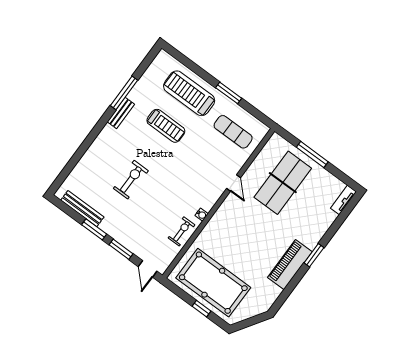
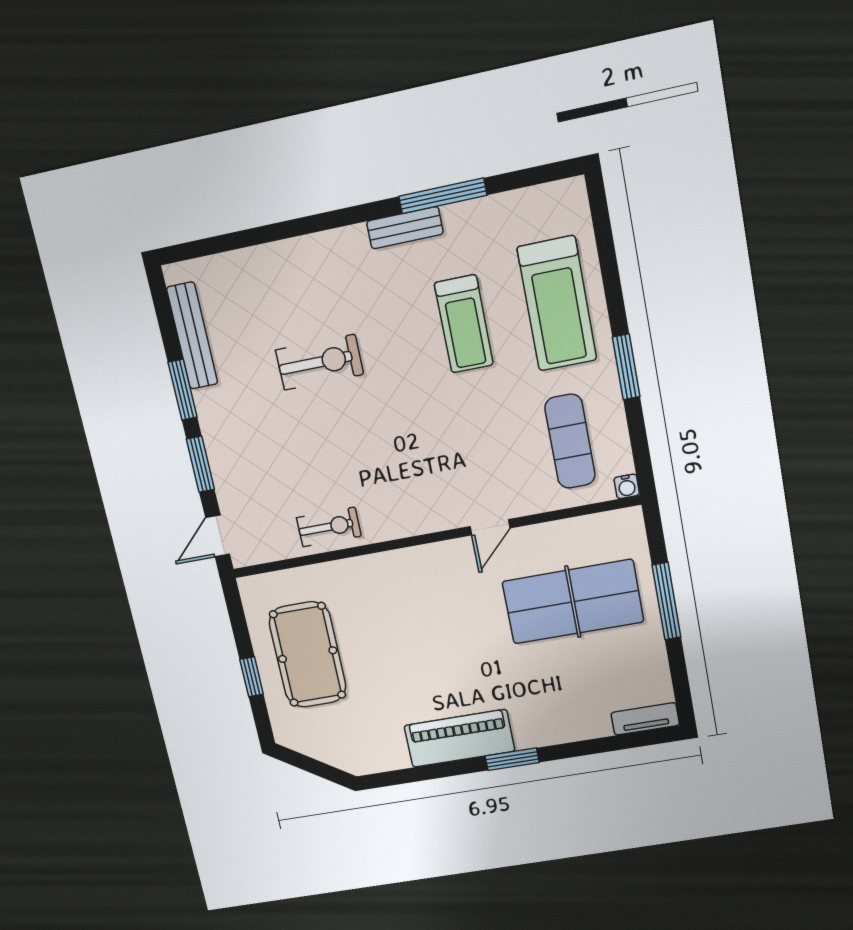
treadmill: (189, 93) -> (557, 304), turned 180
water cooler: (202, 215) -> (627, 486), moved
pool table: (213, 283) -> (308, 655), width x0.73, depth x0.76

